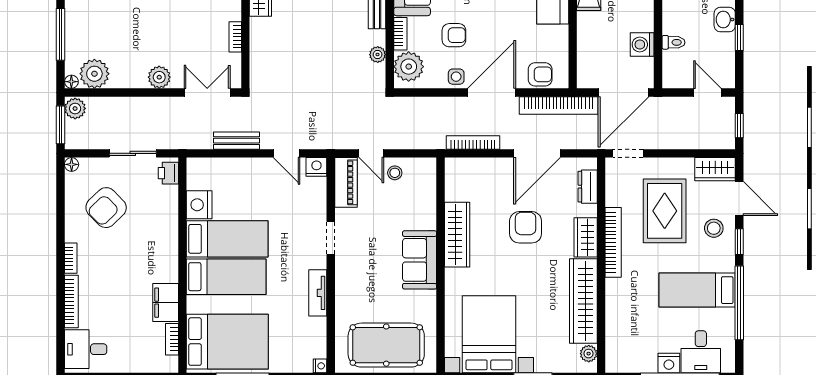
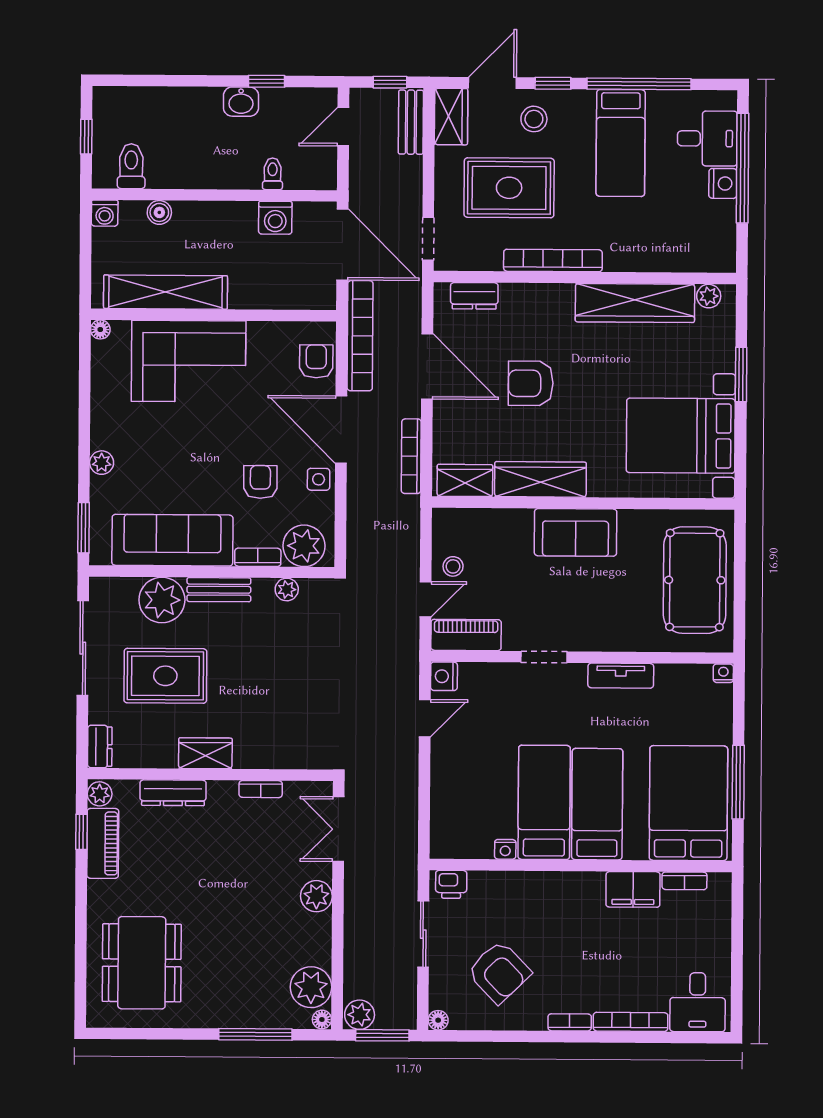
bench: (236, 141) -> (411, 122), moved
nightstand: (199, 205) -> (505, 849), width x0.53, depth x0.56
wardrobe: (586, 237) -> (465, 480), moved, turned 180

